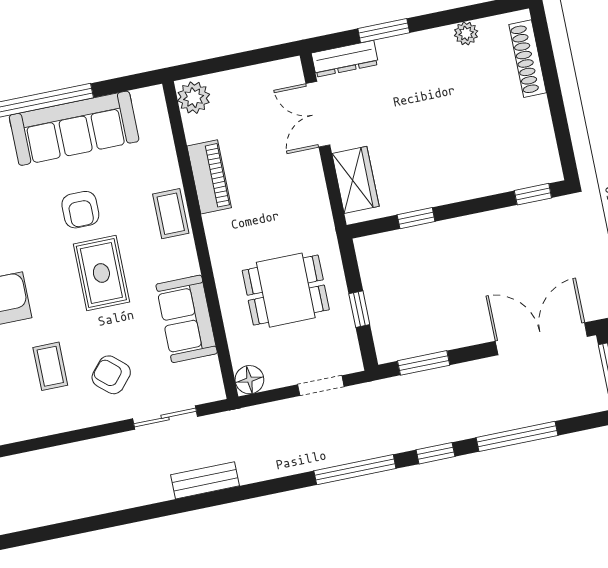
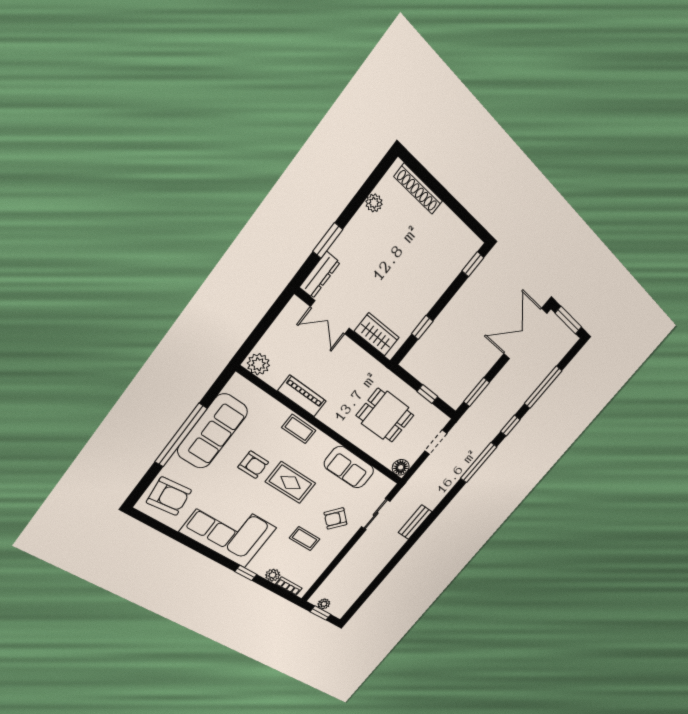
dining table: (286, 290) -> (385, 415), turned 90

